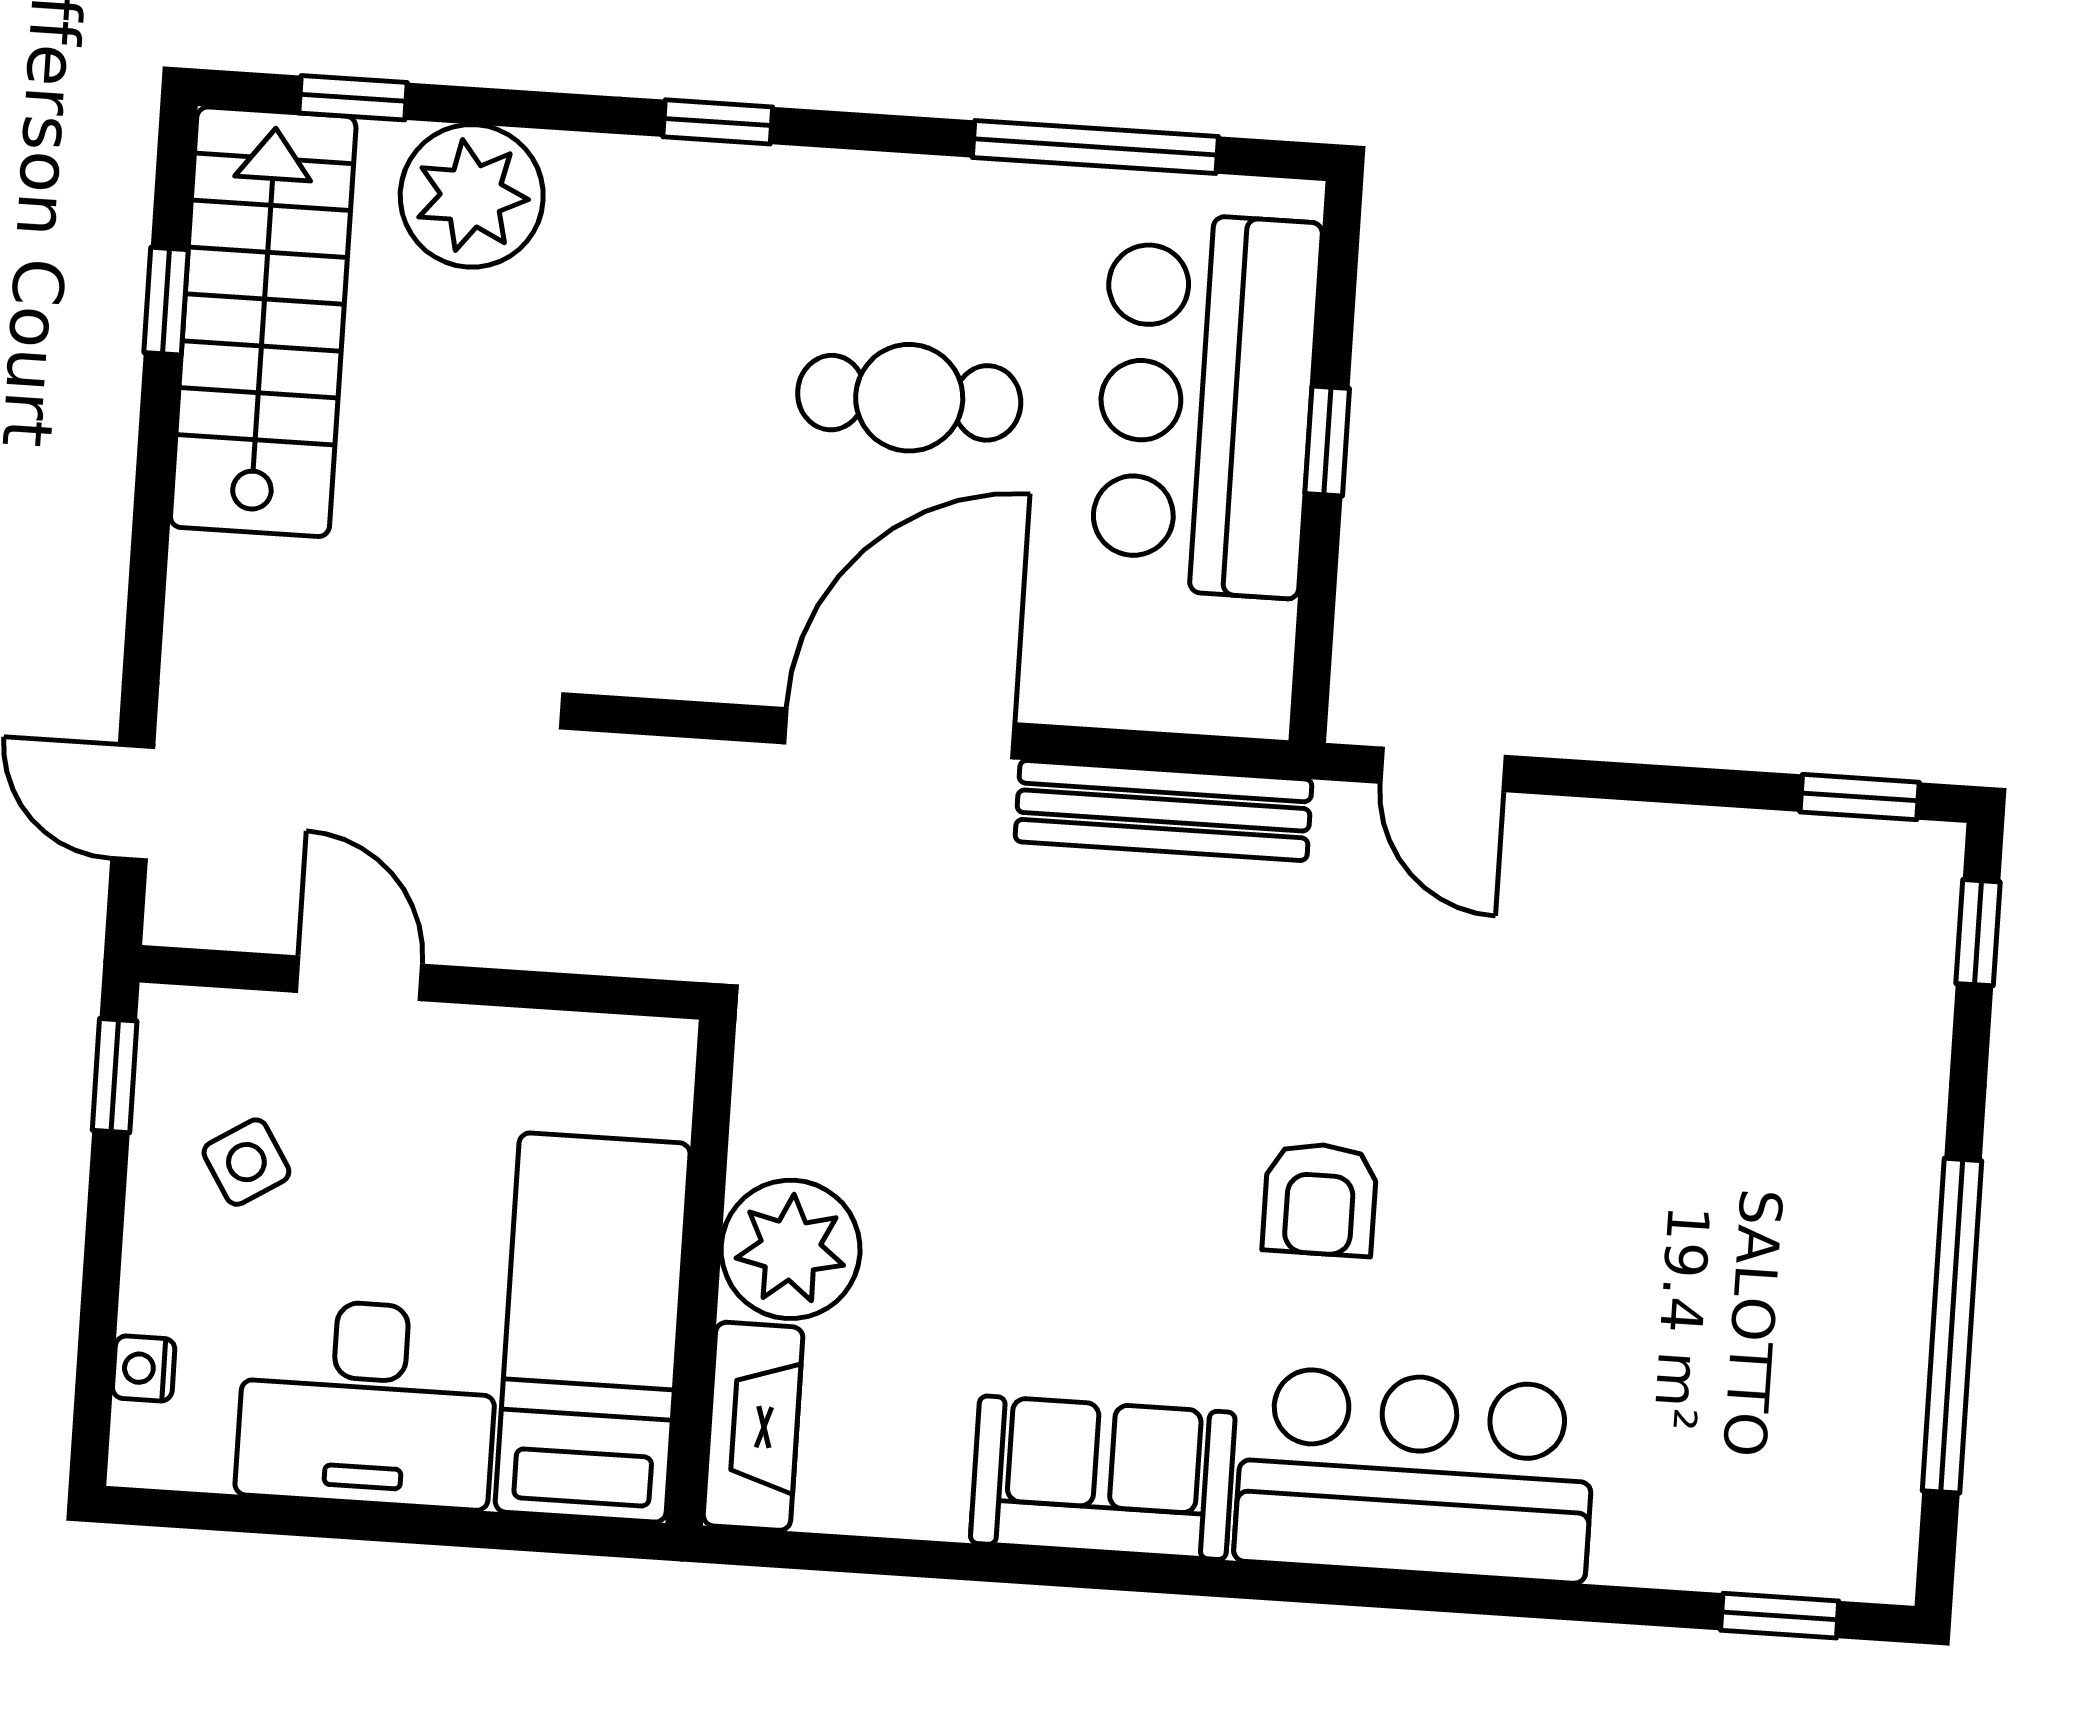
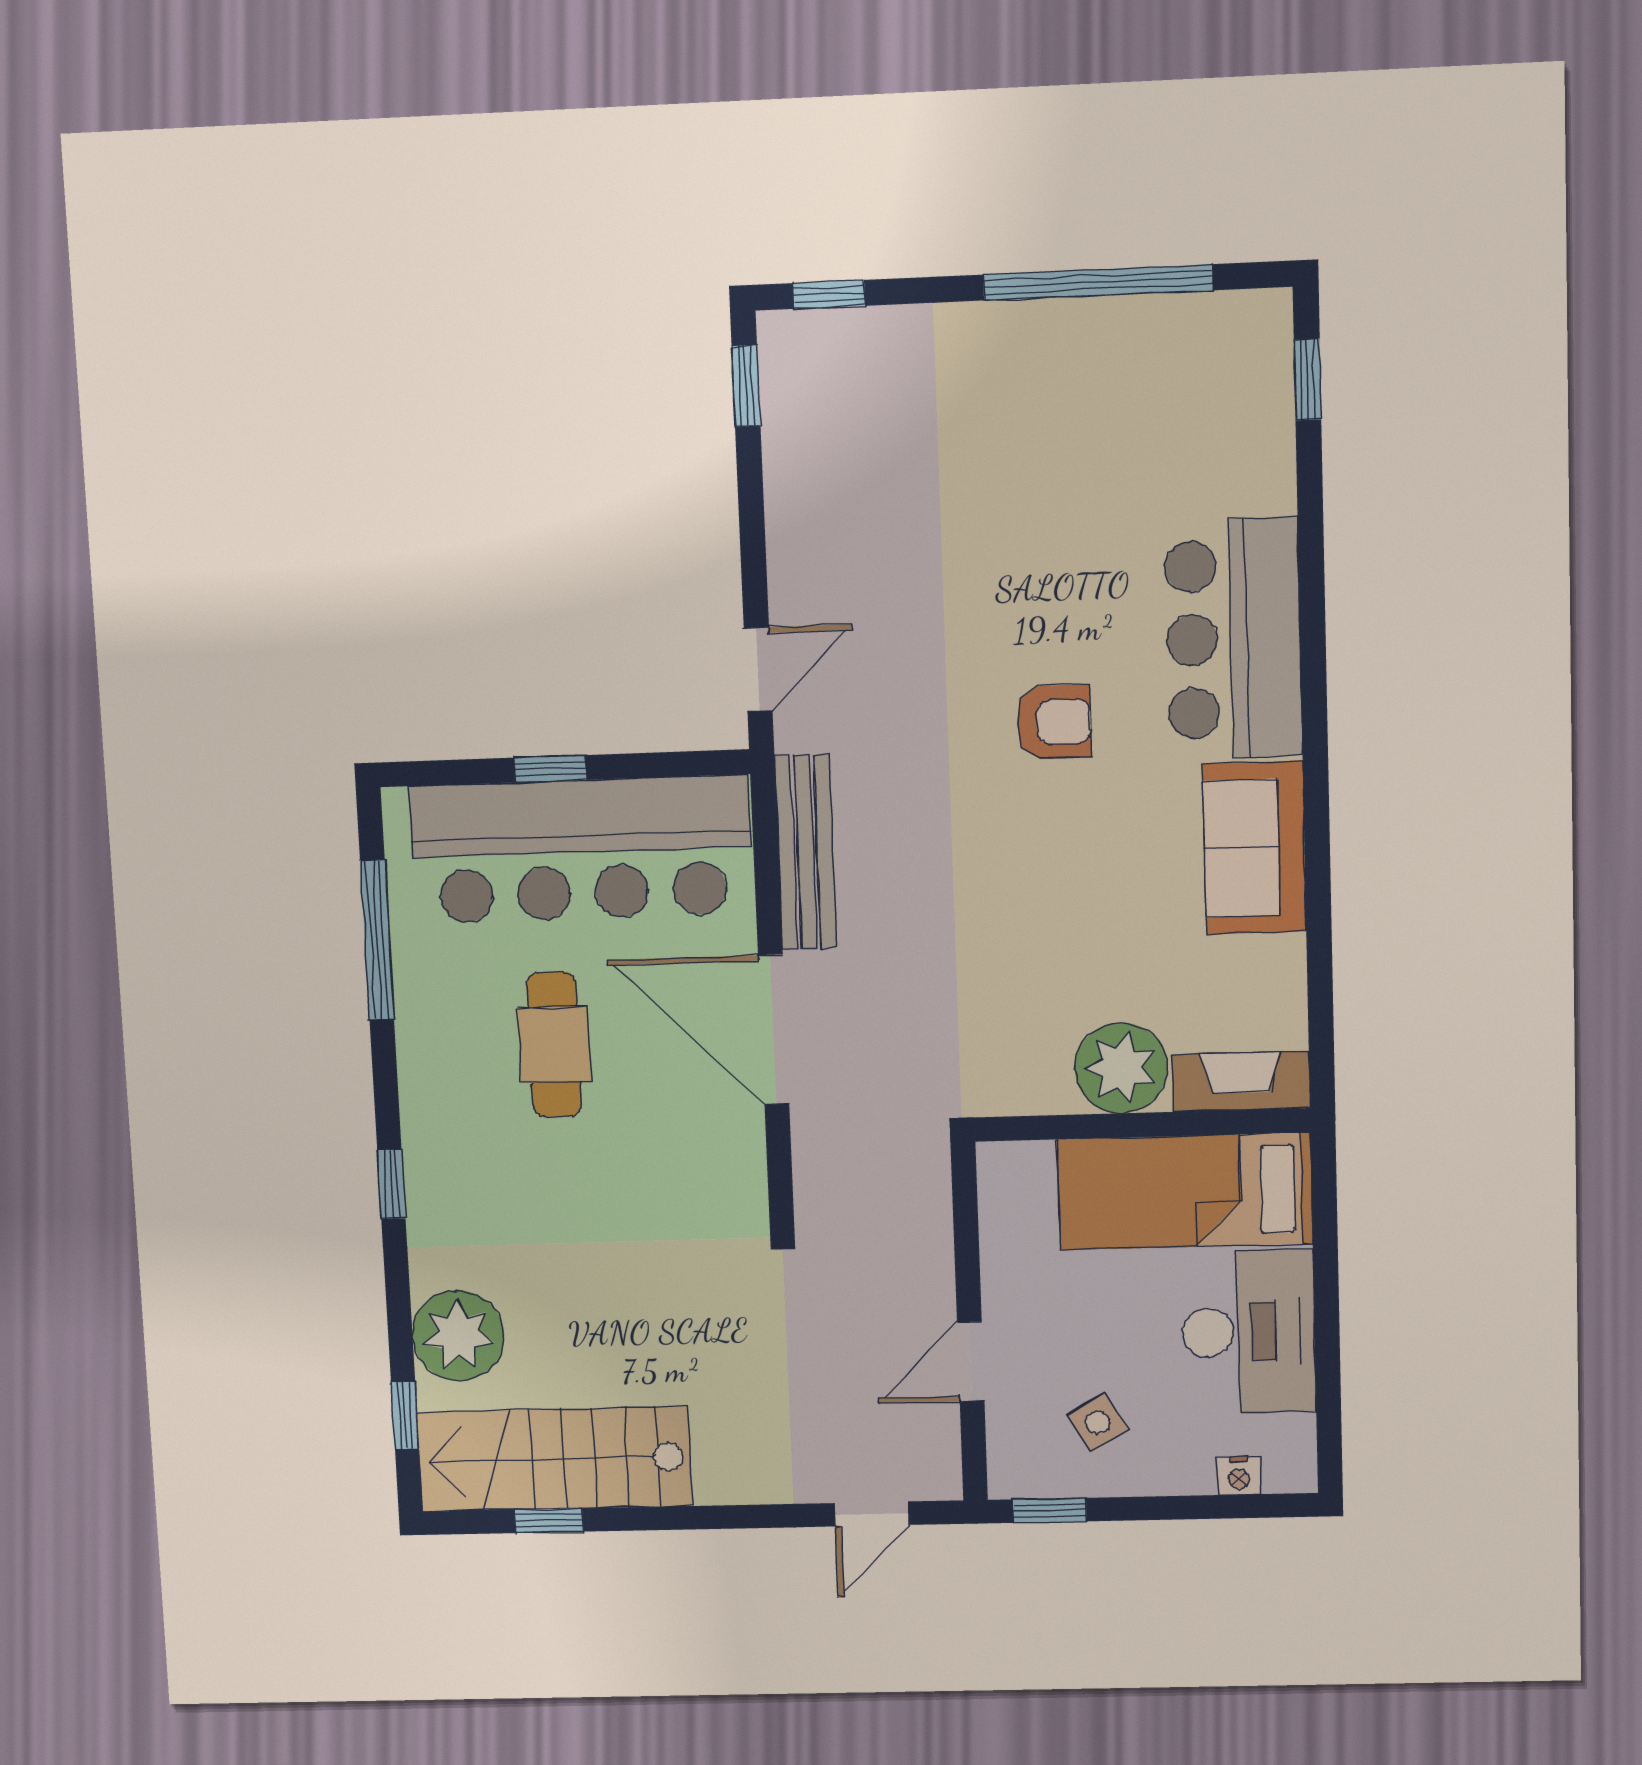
bar counter: (1206, 404) -> (581, 849), width x1.36

